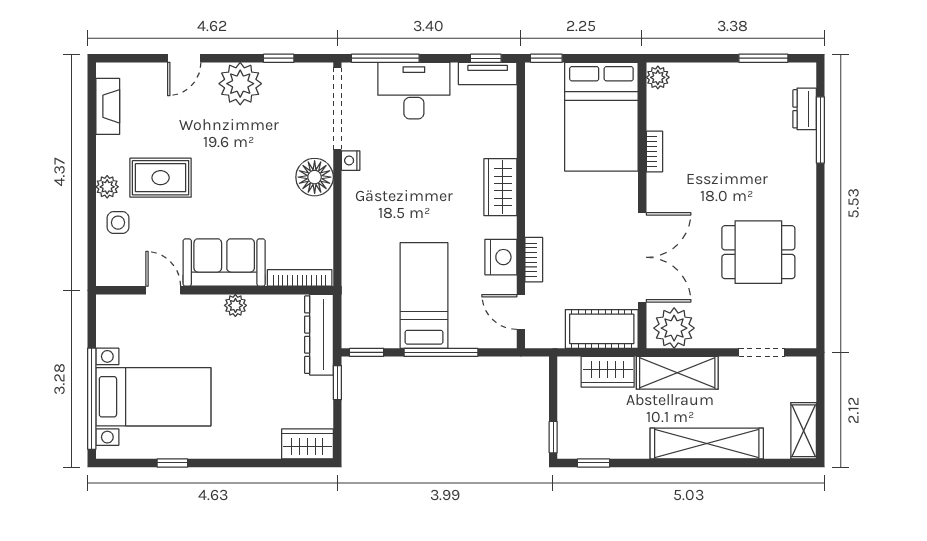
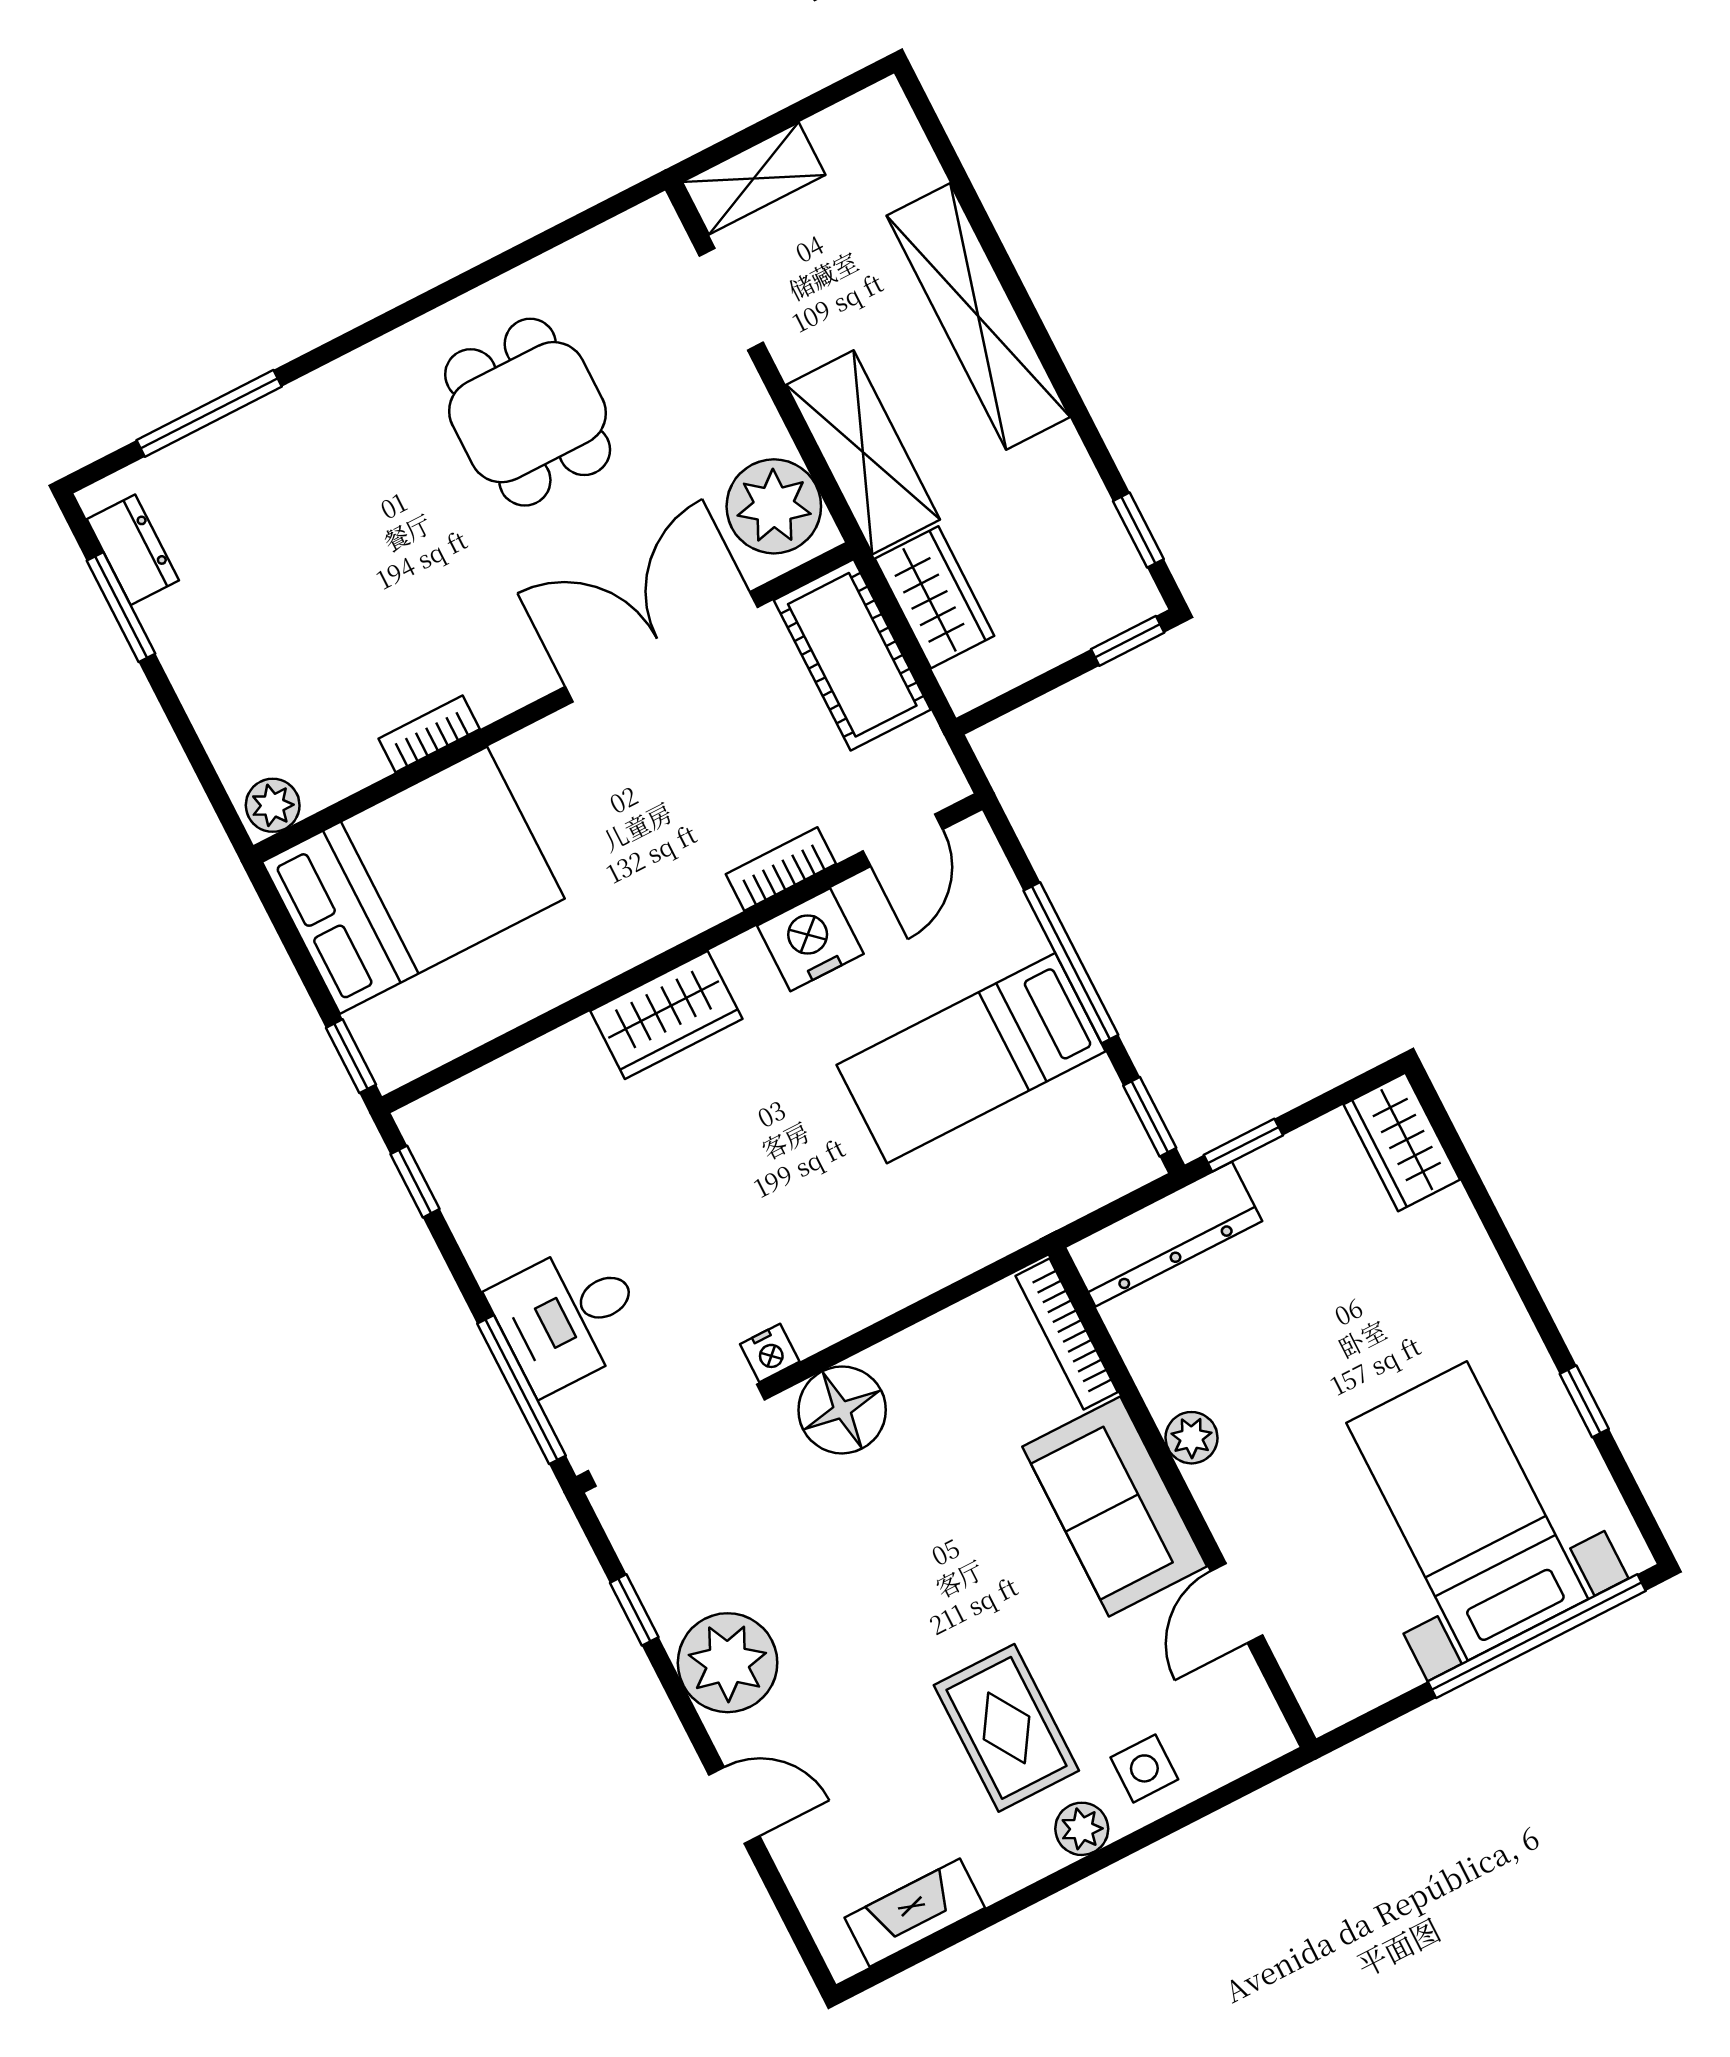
tv unit: (488, 73) -> (444, 1162), removed
desk: (414, 91) -> (568, 1316), width x0.73
dresser: (805, 109) -> (133, 550), moved, turned -90
shelving: (804, 431) -> (754, 178), moved

